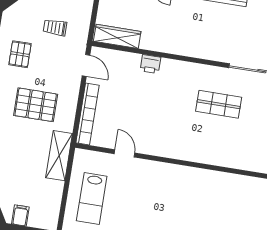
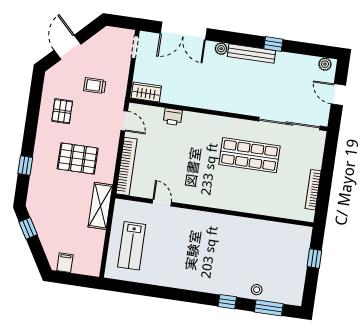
wardrobe: (117, 36) -> (146, 92), width x0.67
printer: (150, 64) -> (173, 117), moved
shop shelf: (219, 104) -> (250, 155), width x1.43, depth x1.36

